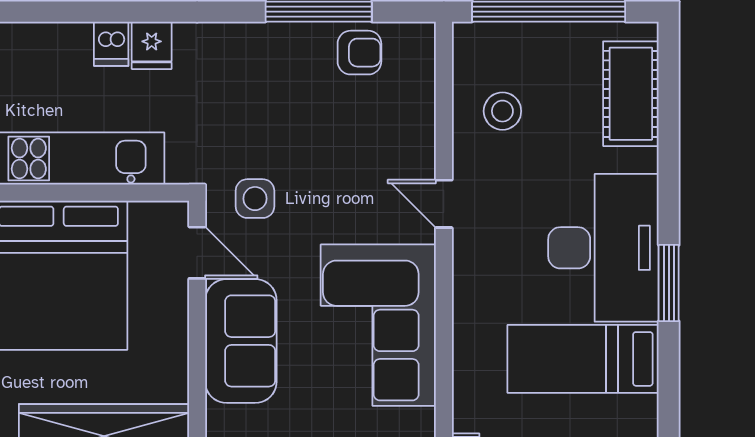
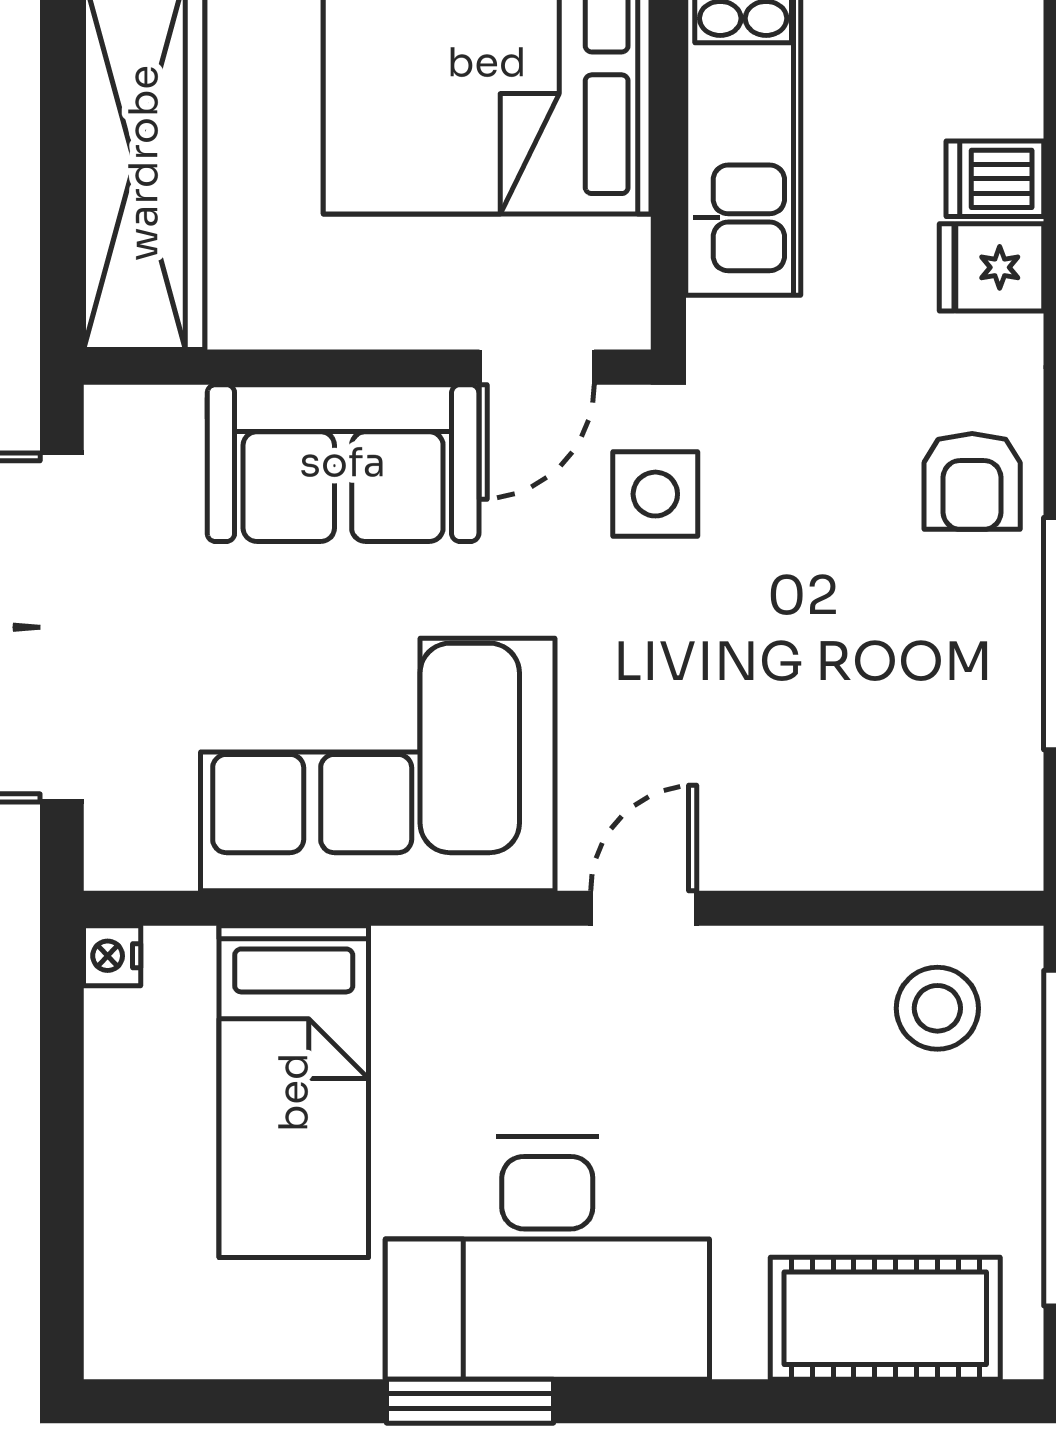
armchair: (359, 53) -> (972, 481), moved
stool: (502, 111) -> (937, 1008), moved
bed: (583, 359) -> (294, 1092), moved, turned 180

